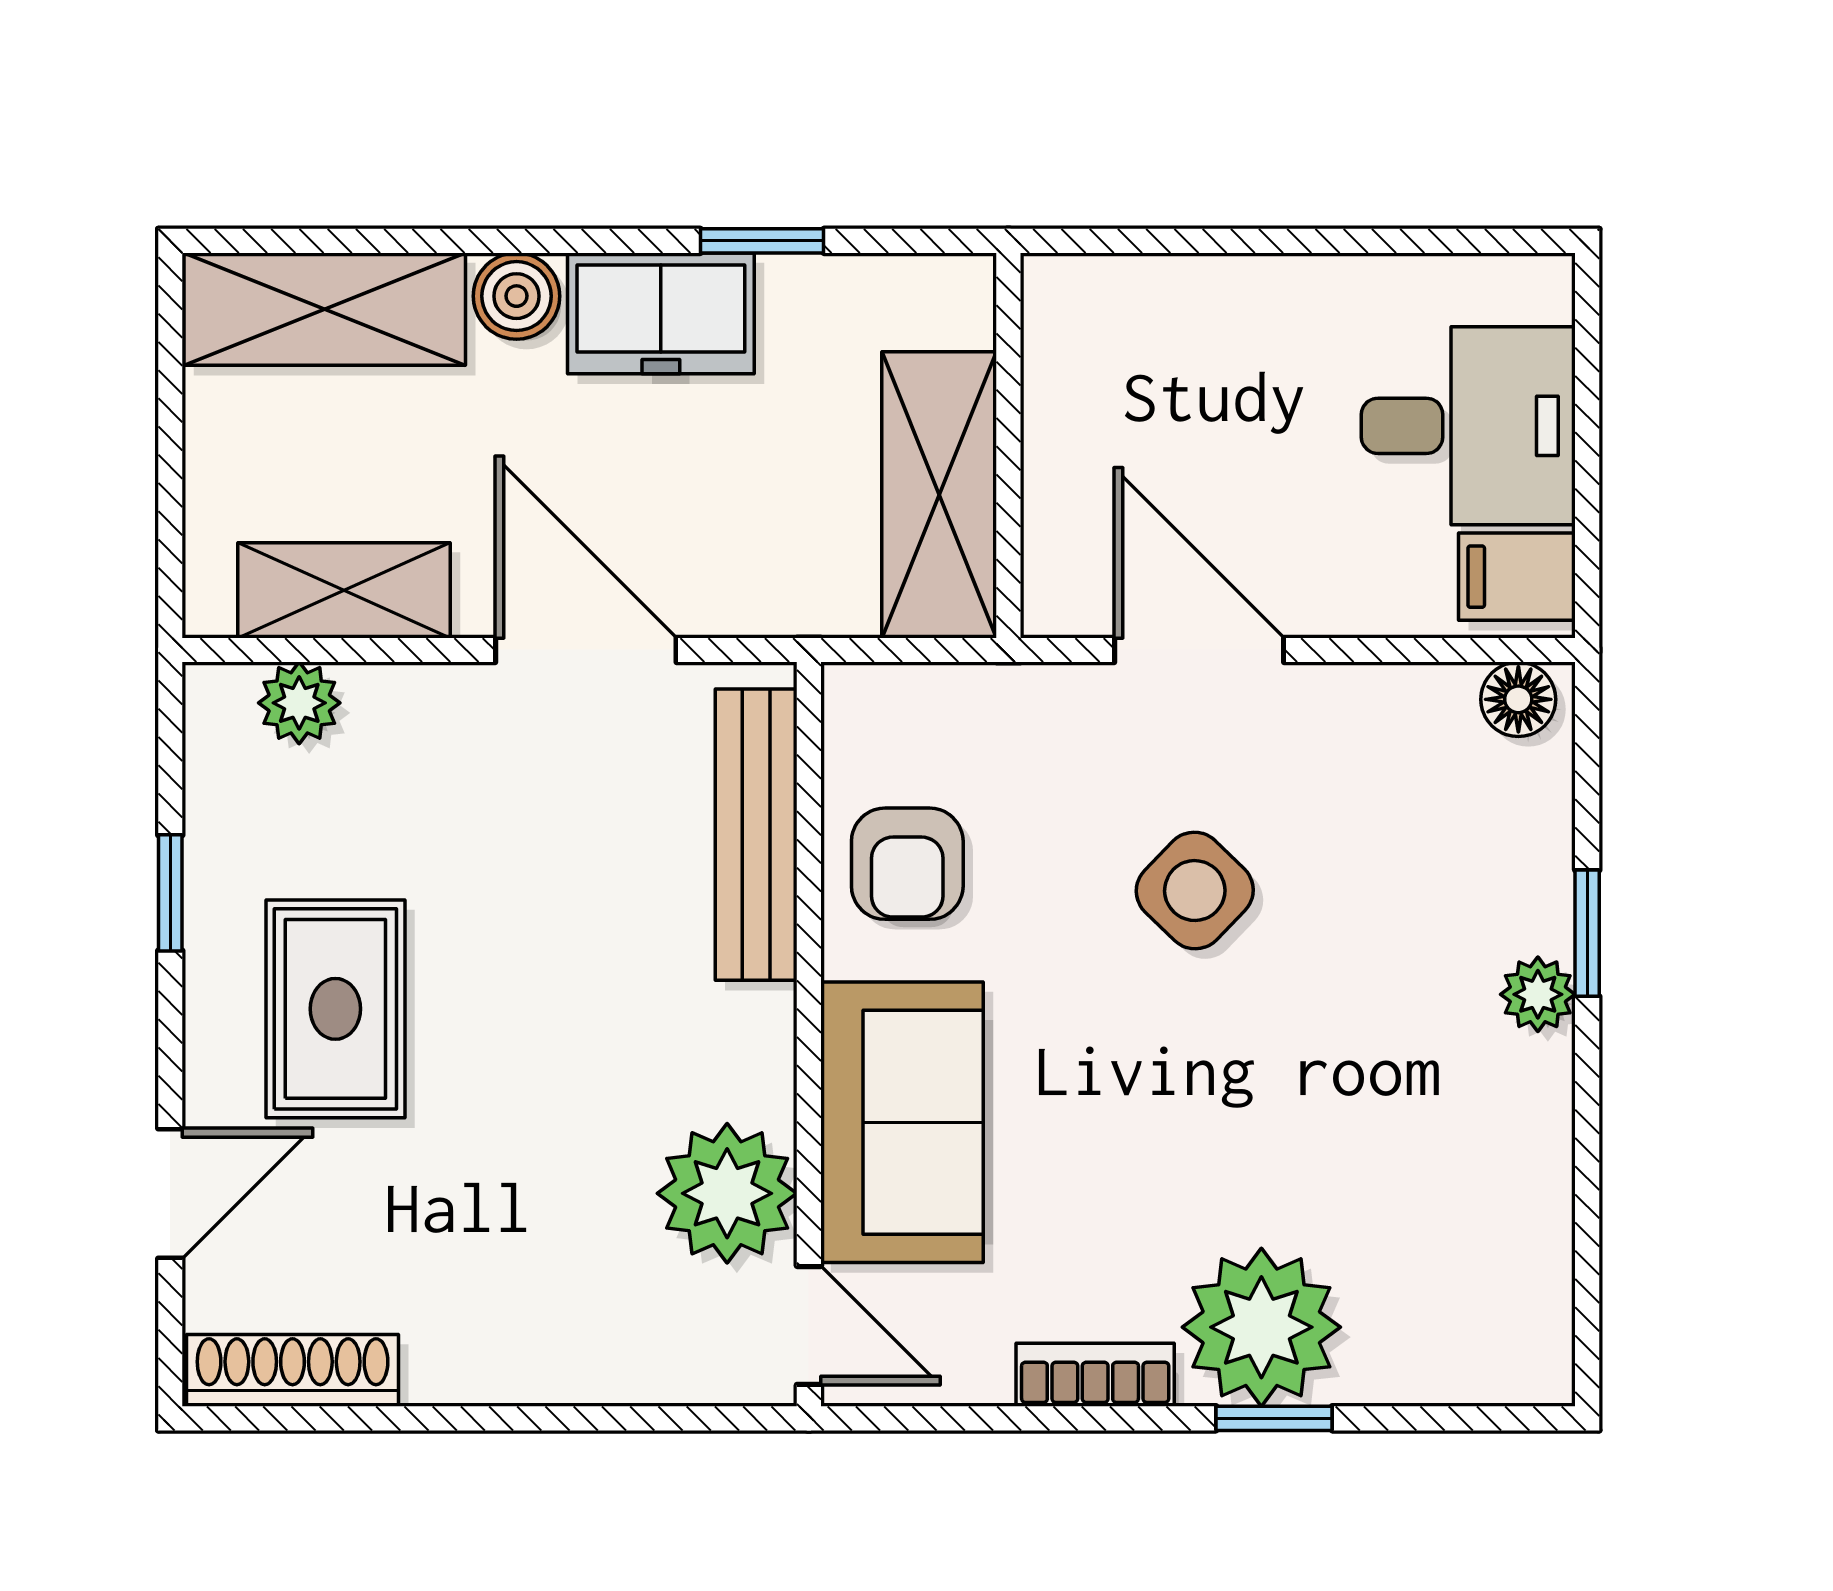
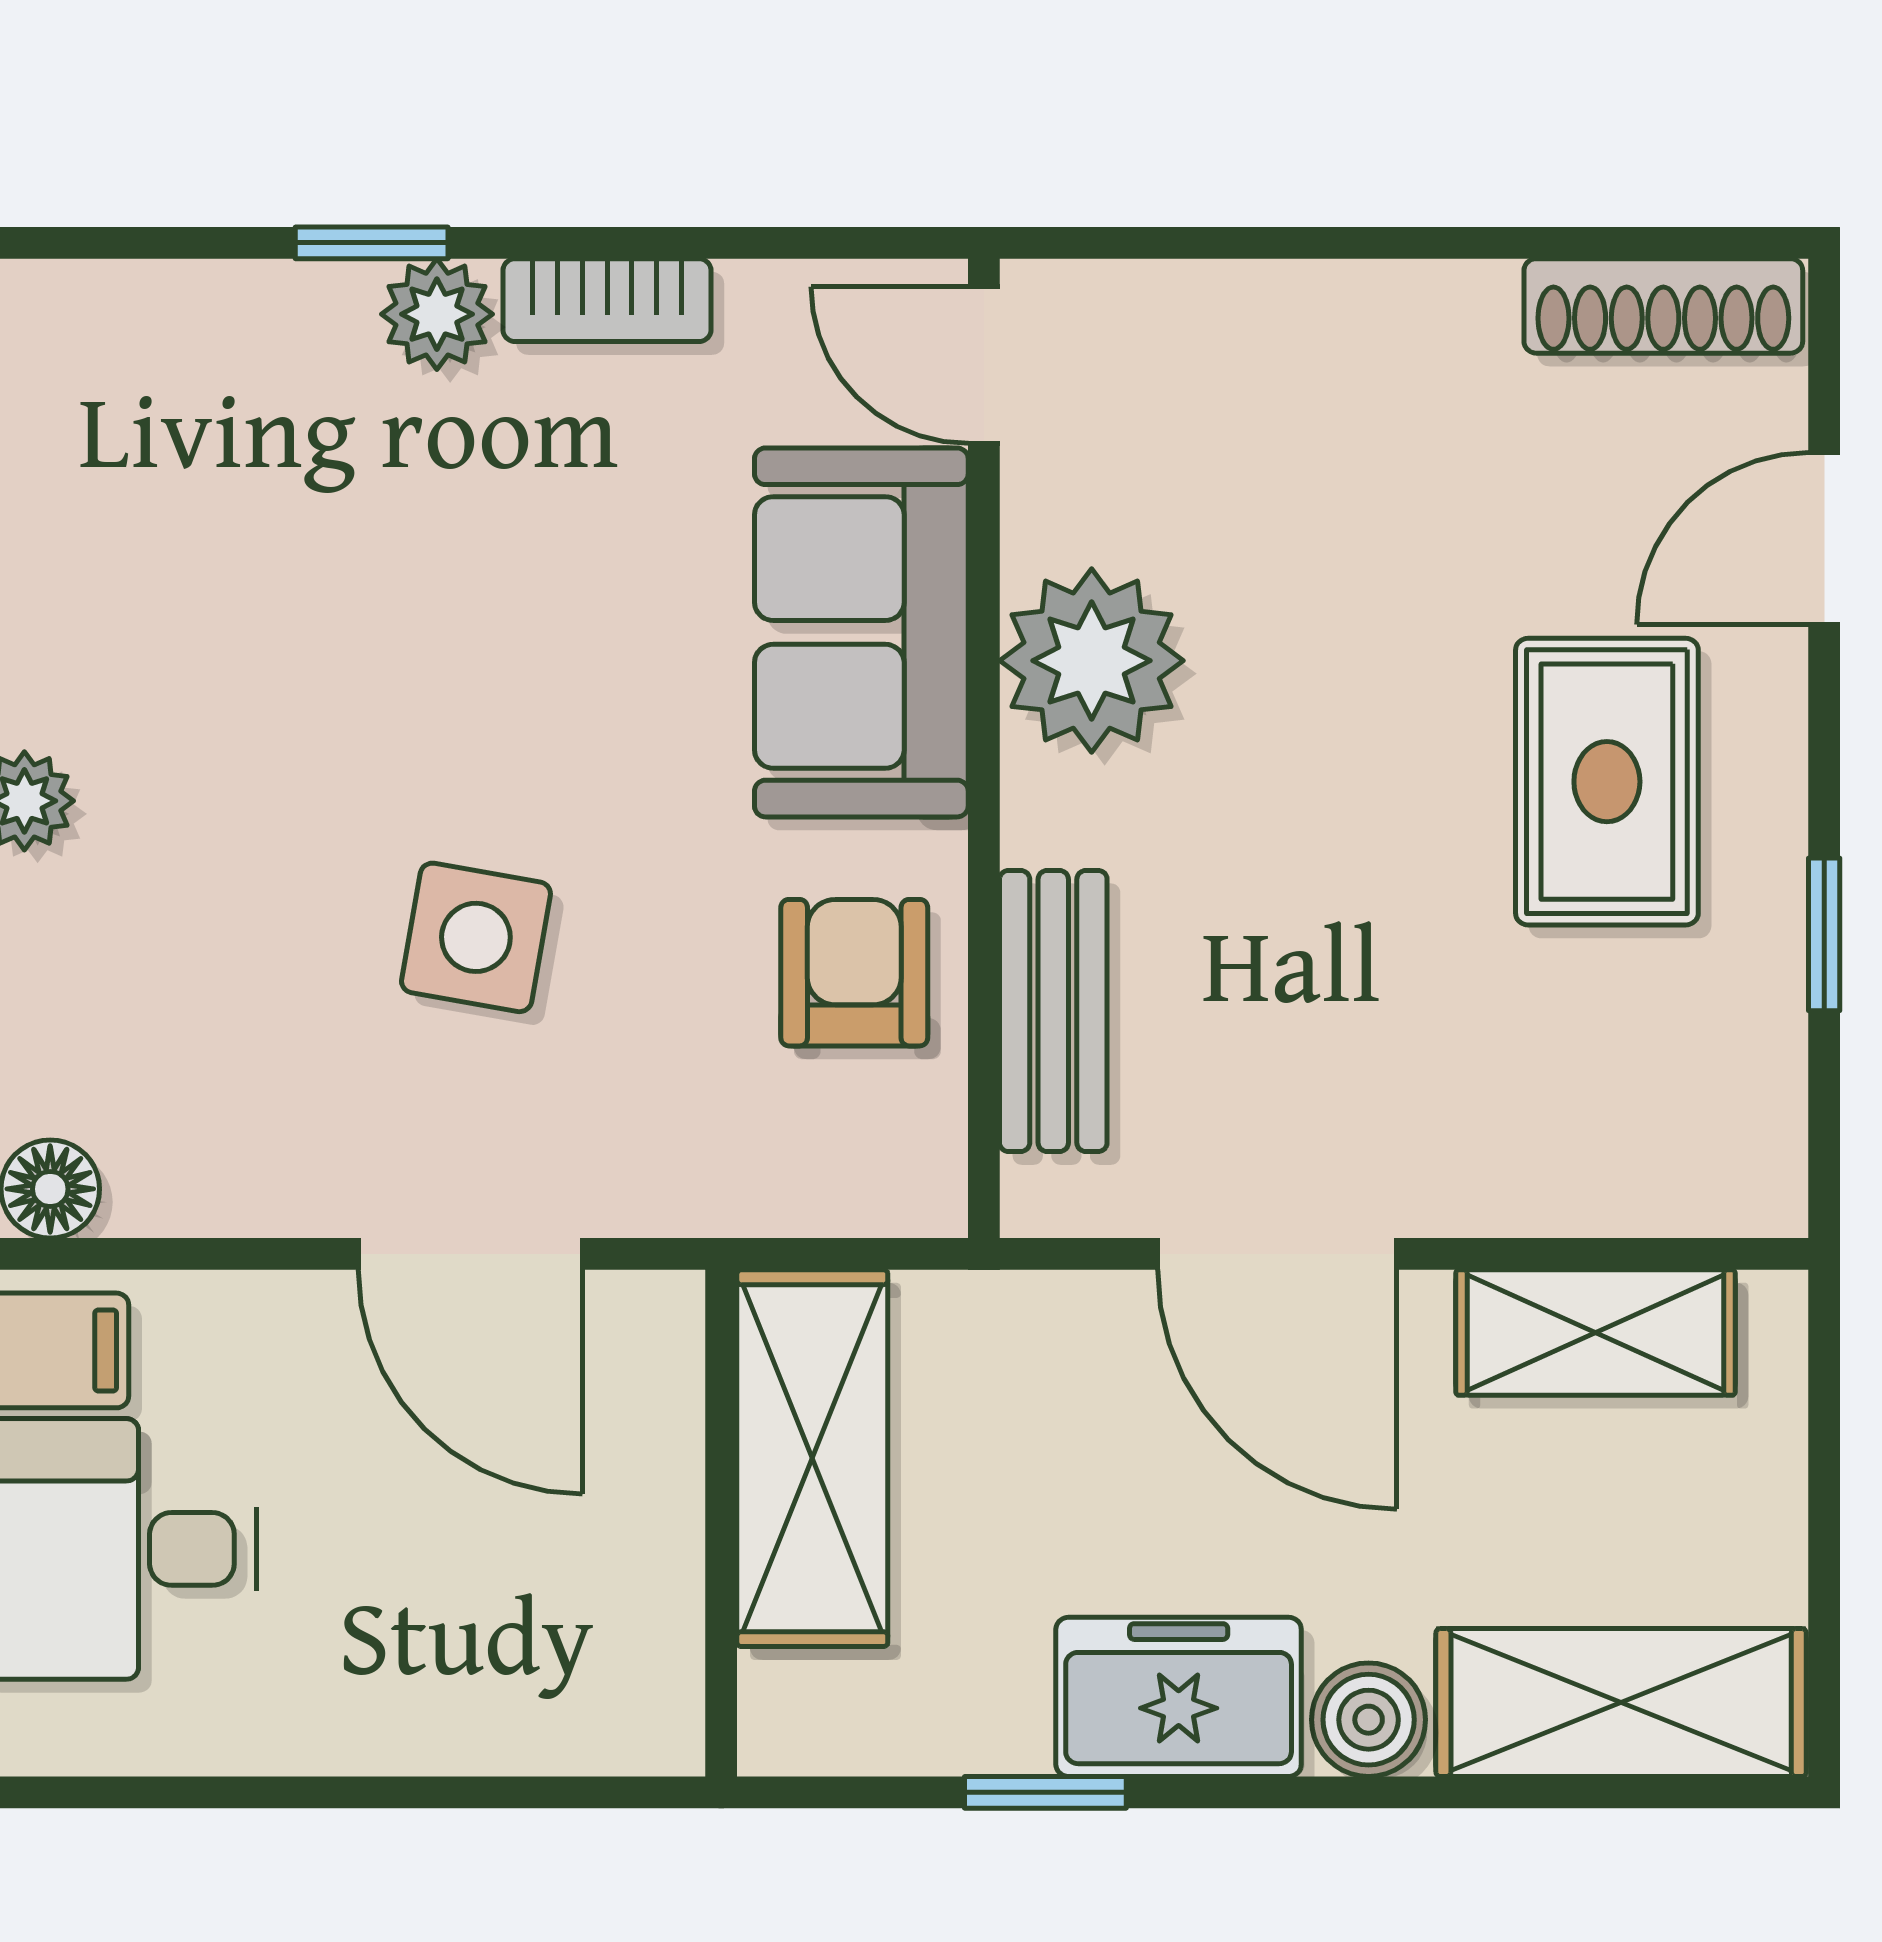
plant: (299, 703) -> (1654, 1184), removed
bench: (756, 835) -> (1053, 1011), width x0.73
side table: (1195, 891) -> (476, 937), turned -34
plant: (727, 1193) -> (1092, 661), moved
plant: (1261, 1327) -> (437, 314), width x0.53, depth x0.53

